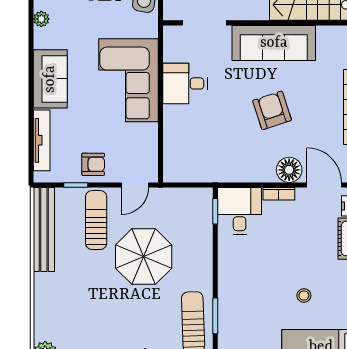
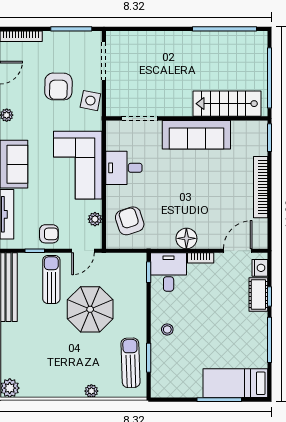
armchair: (272, 110) -> (130, 221), moved
plant: (150, 146) -> (95, 219), added
floor lamp: (289, 170) -> (186, 238), moved
door: (324, 185) -> (238, 251), hinge flipped
stool: (304, 295) -> (167, 329), moved

